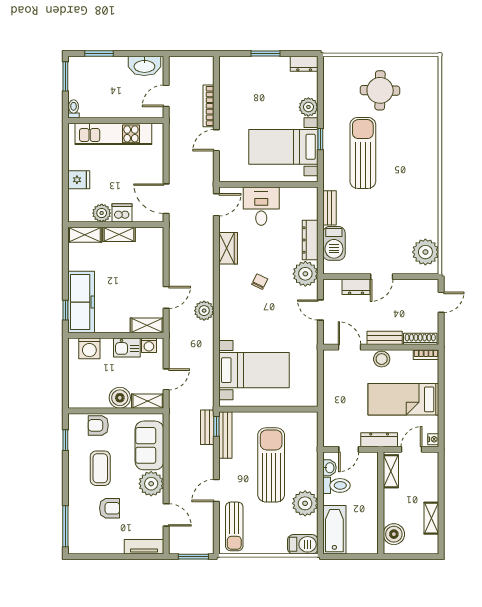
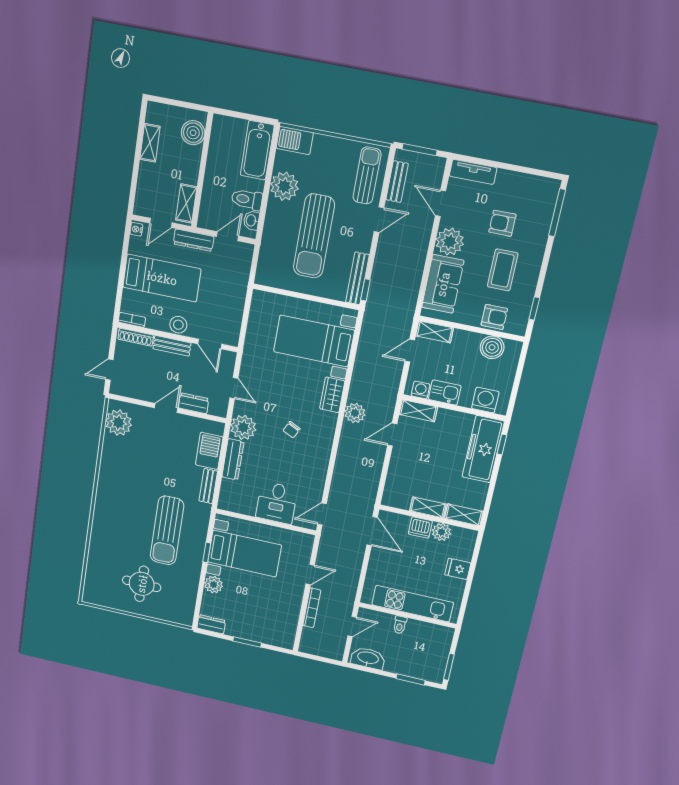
toilet: (74, 109) -> (400, 625), moved
wardrobe: (228, 248) -> (332, 395), moved
boiler: (120, 398) -> (492, 347), moved
bench: (207, 427) -> (397, 182), moved

